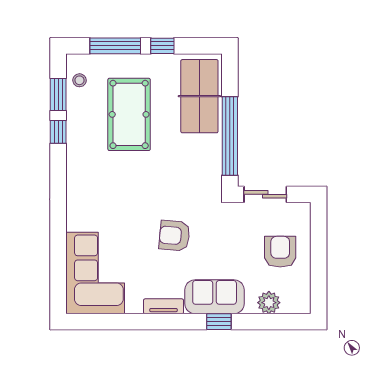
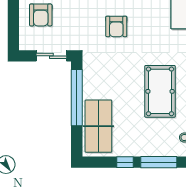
pool table: (129, 114) -> (160, 91), moved
armchair: (174, 236) -> (116, 26), turned 85

